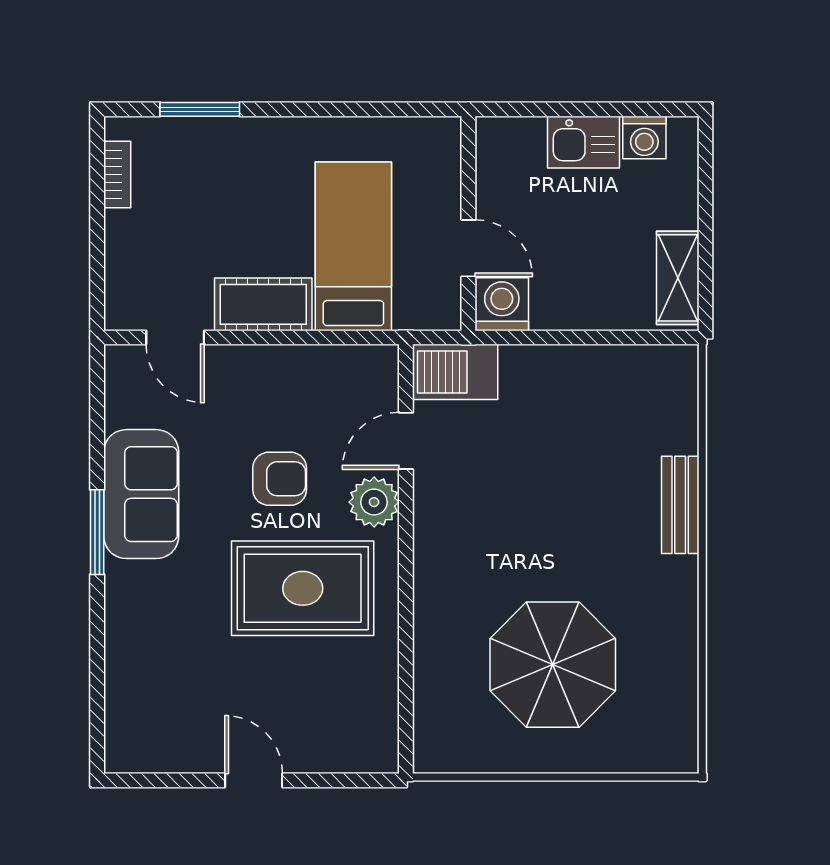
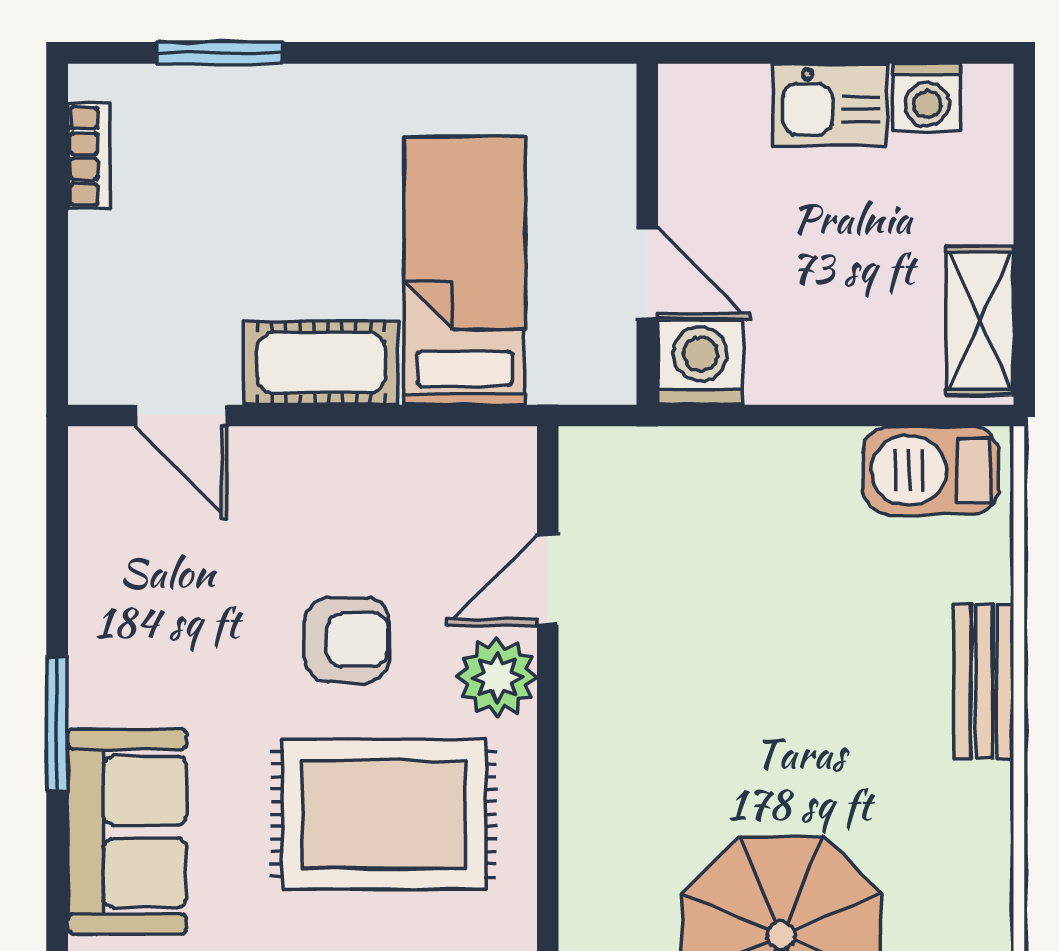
barbecue: (455, 372) -> (931, 470), moved
sofa: (141, 494) -> (127, 832), moved

